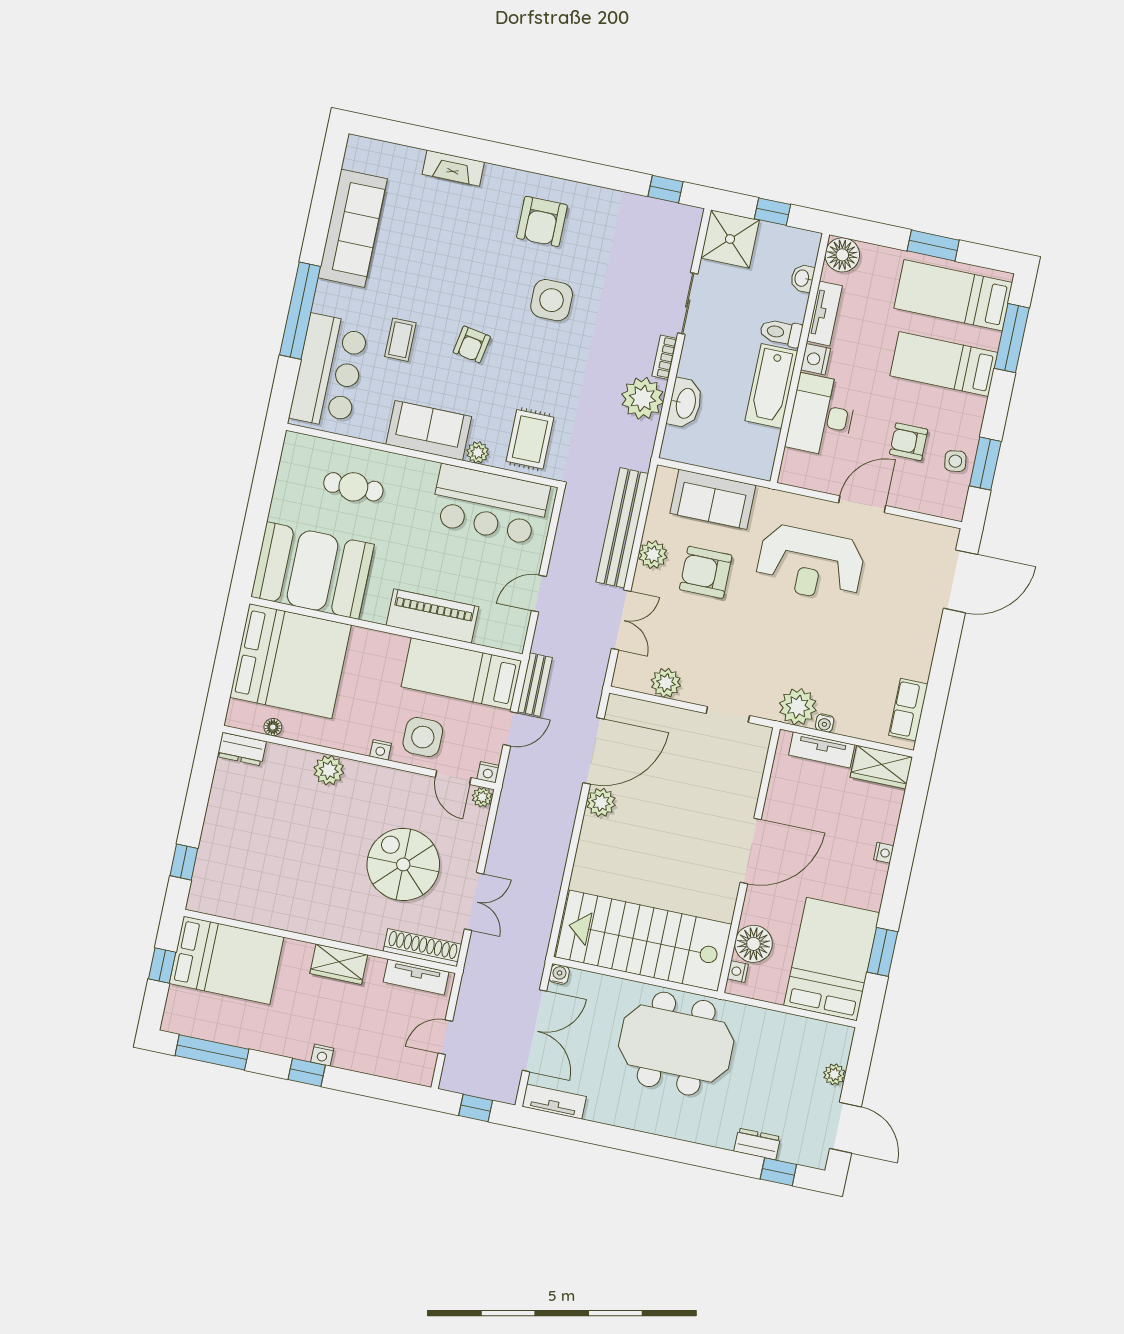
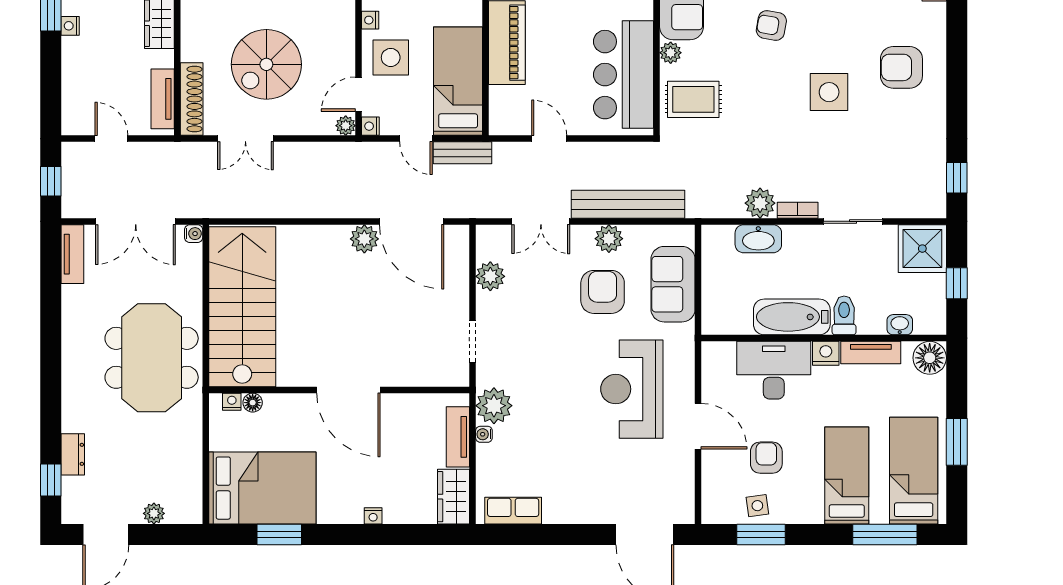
plant: (643, 398) -> (760, 203), width x0.73, depth x0.73
spiral stairs: (403, 864) -> (266, 64), turned 180
floor lamp: (753, 944) -> (253, 403), width x0.53, depth x0.53

